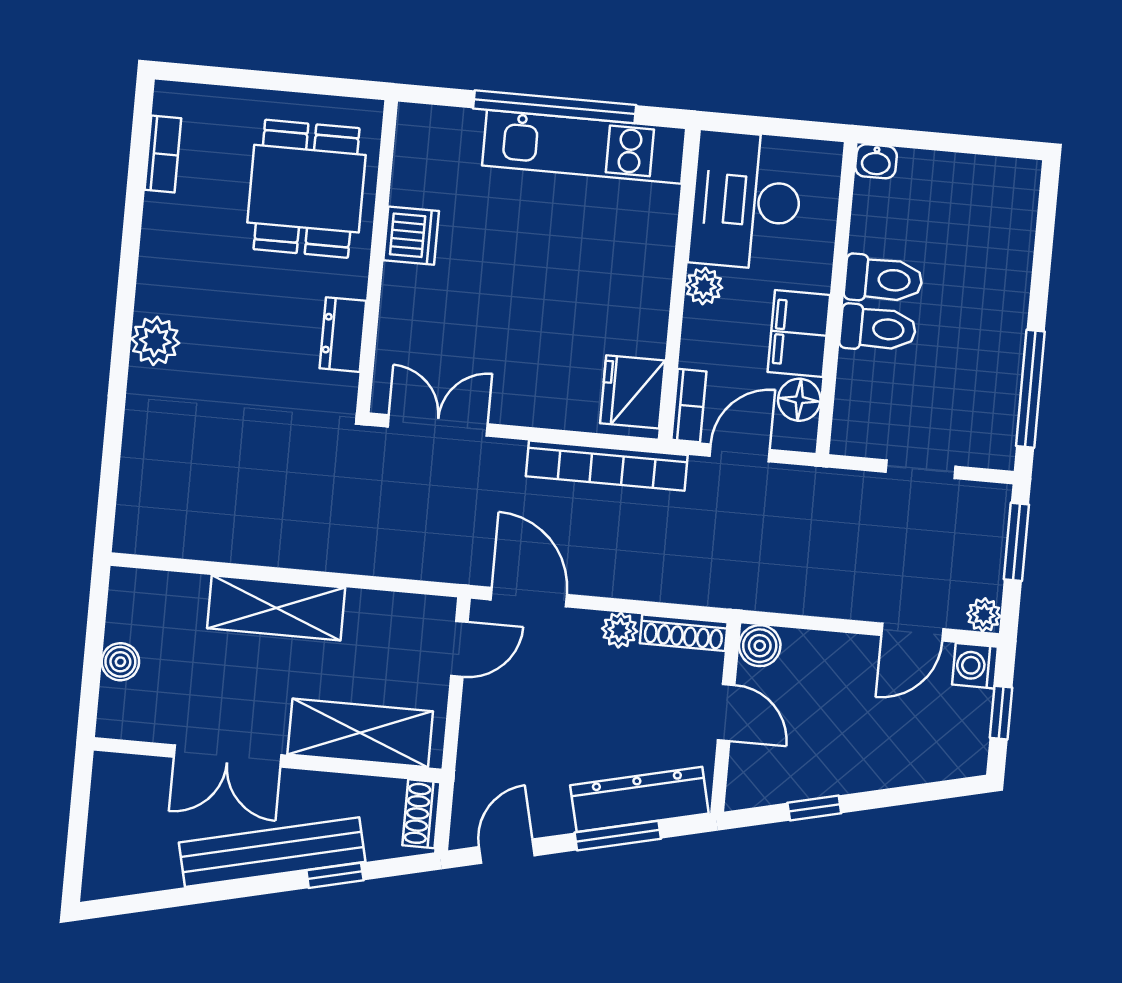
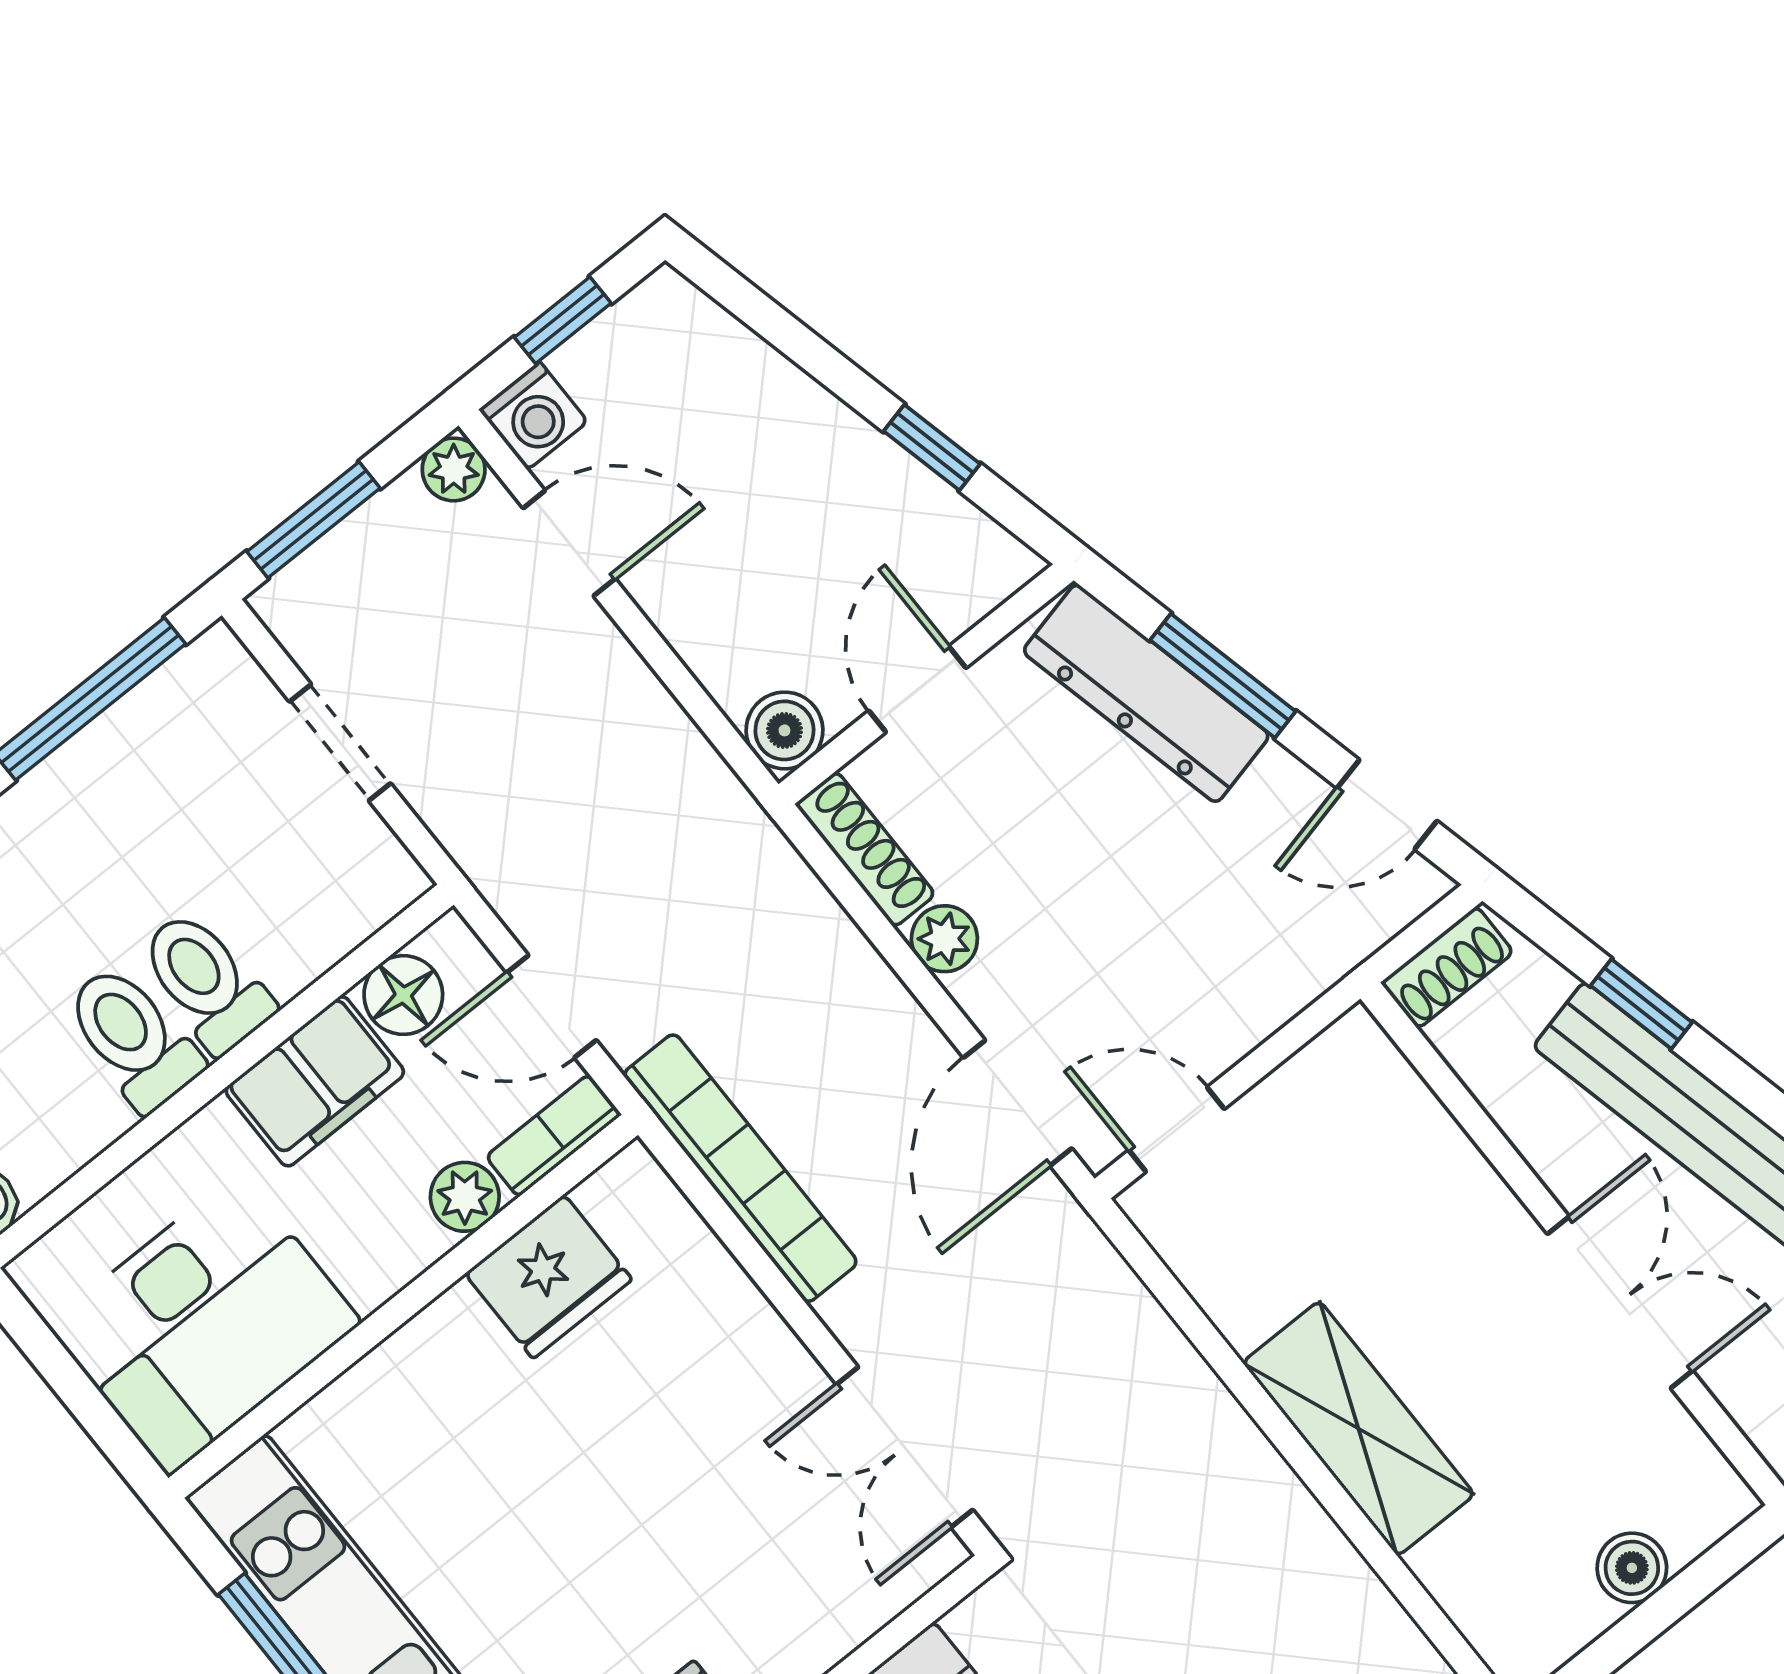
plant: (704, 286) -> (465, 1197), moved
fridge: (633, 392) -> (549, 1277), moved
shelving: (360, 733) -> (1418, 1154), removed

